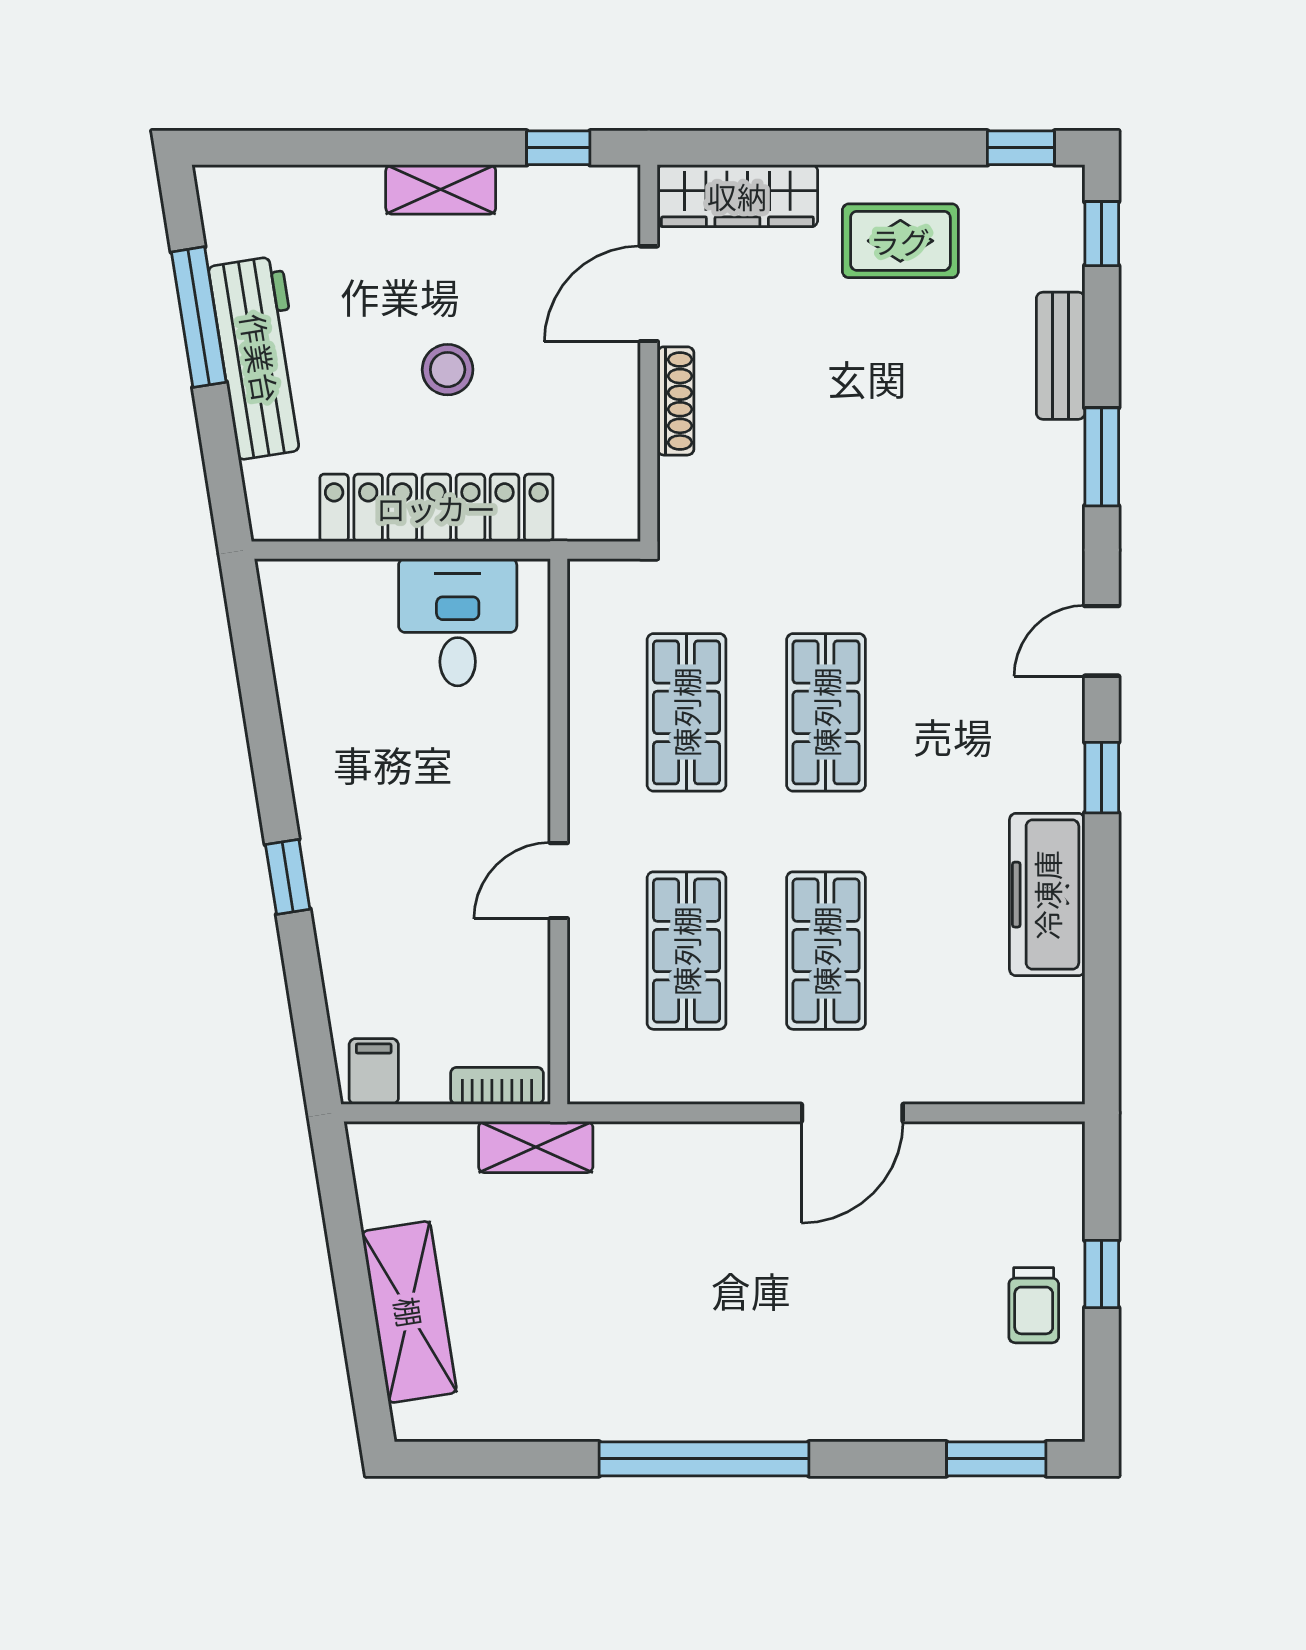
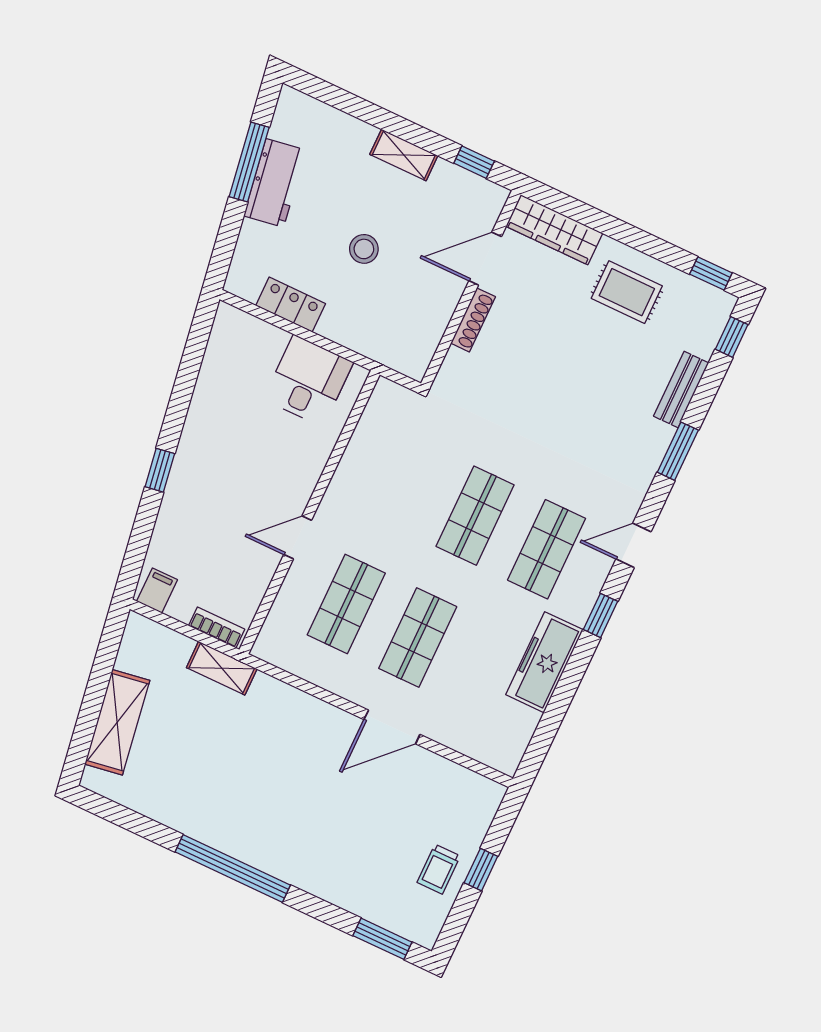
workbench: (260, 358) -> (275, 183), width x0.73
locker: (436, 508) -> (291, 305), width x0.46, depth x0.83
shop shelf: (686, 712) -> (547, 549), moved

